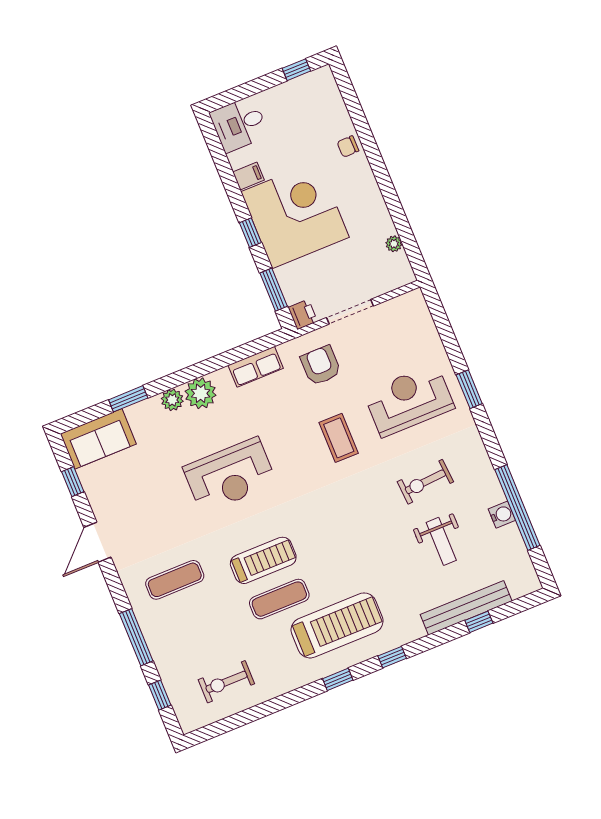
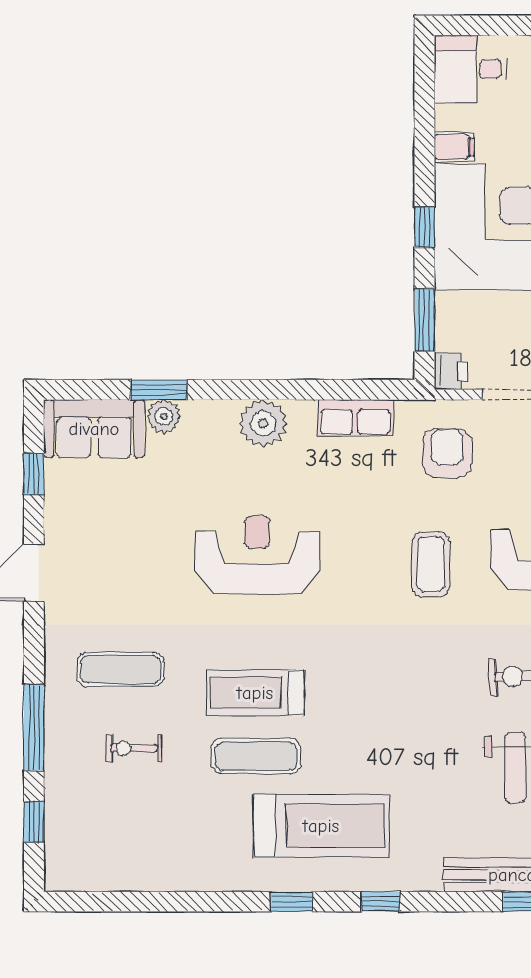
plant: (172, 400) -> (164, 416), moved
reception desk: (230, 475) -> (257, 555), turned 180
treadmill: (263, 560) -> (255, 693), turned 180
exercise bike: (226, 682) -> (134, 748), moved, width x0.73, depth x0.72

